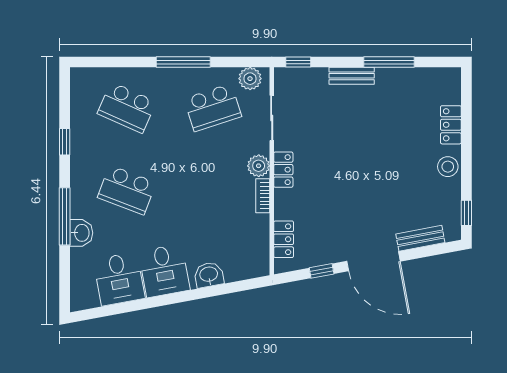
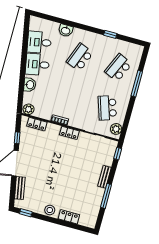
window: (183, 62) -> (137, 84), moved
plant: (259, 166) -> (29, 109), moved
window: (65, 216) -> (75, 25), removed

